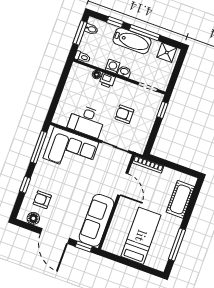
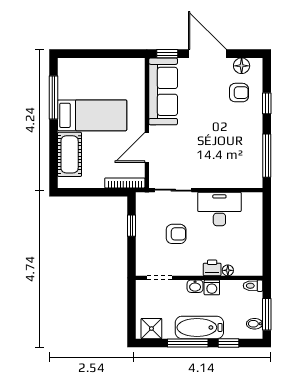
window: (162, 110) -> (131, 226), moved
corner sofa: (71, 150) -> (226, 166), removed
door: (123, 184) -> (147, 147), hinge flipped
bed: (141, 236) -> (92, 115), moved, turned -90

